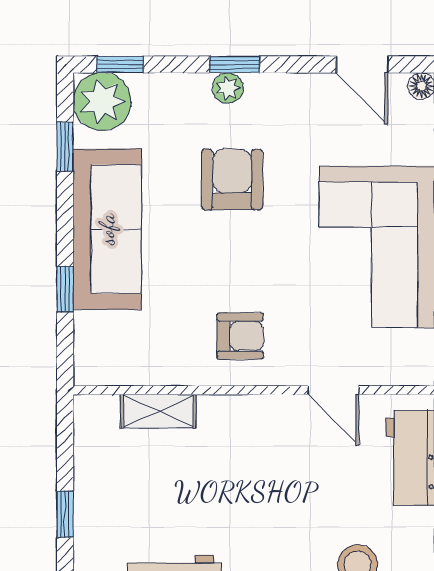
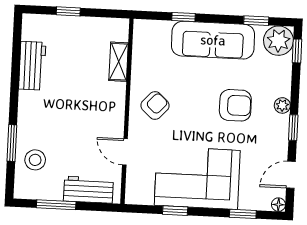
window: (235, 65) -> (293, 128), moved
armchair: (240, 336) -> (155, 105), turned -137
door: (334, 390) -> (125, 152), hinge flipped

